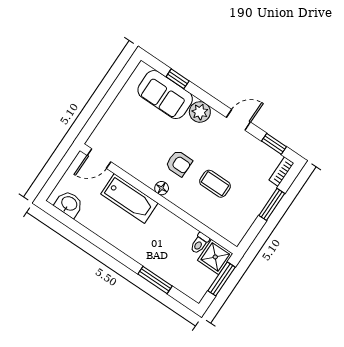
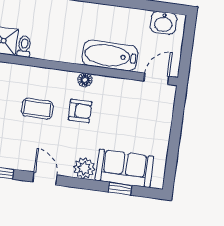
door: (238, 120) -> (45, 178), swing flipped
armchair: (179, 163) -> (80, 111), turned 180

